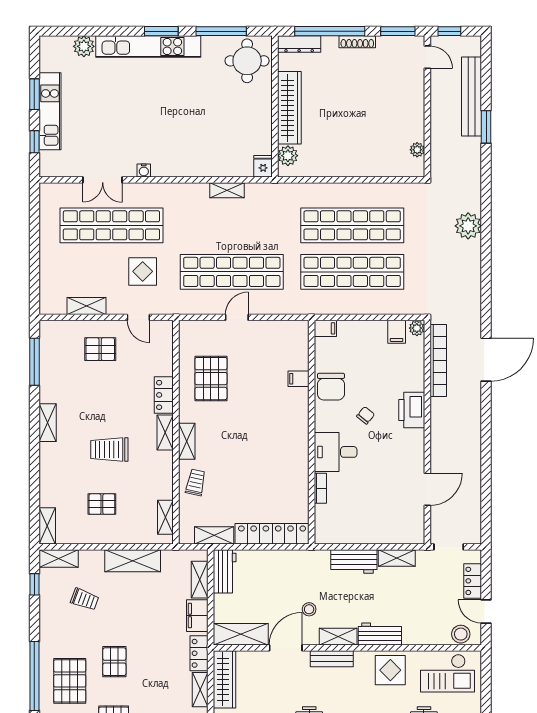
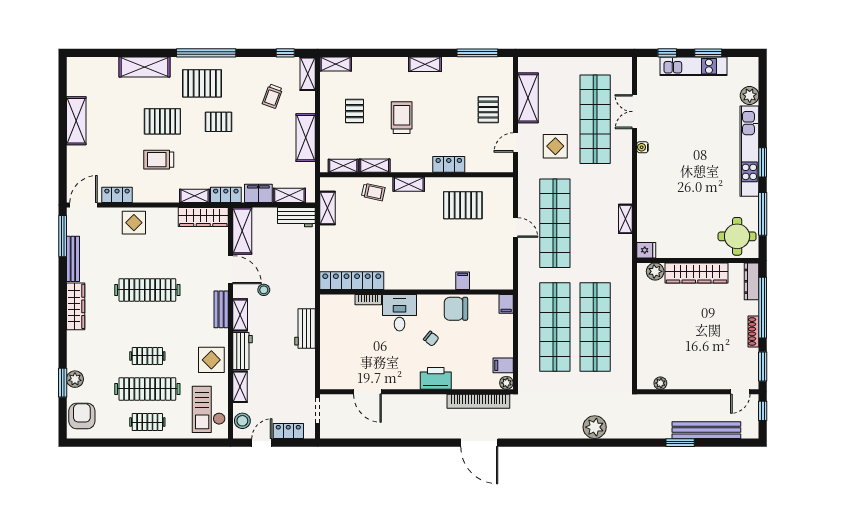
shelving: (87, 306) -> (528, 98), width x1.50, depth x1.33
shelving: (165, 432) -> (375, 166), moved
locker: (272, 534) -> (352, 281), moved, turned -90
shelving: (397, 558) -> (240, 387), moved

